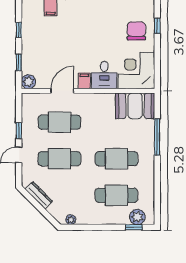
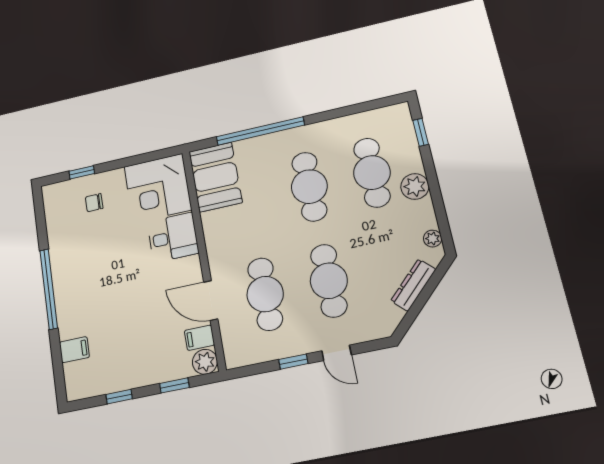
chair: (136, 31) -> (94, 203), width x0.54, depth x0.54
filing cabinet: (84, 81) -> (199, 338), moved
window: (157, 137) -> (260, 131), width x1.46
dresser: (39, 195) -> (413, 285), moved
plant: (137, 217) -> (415, 187), moved

